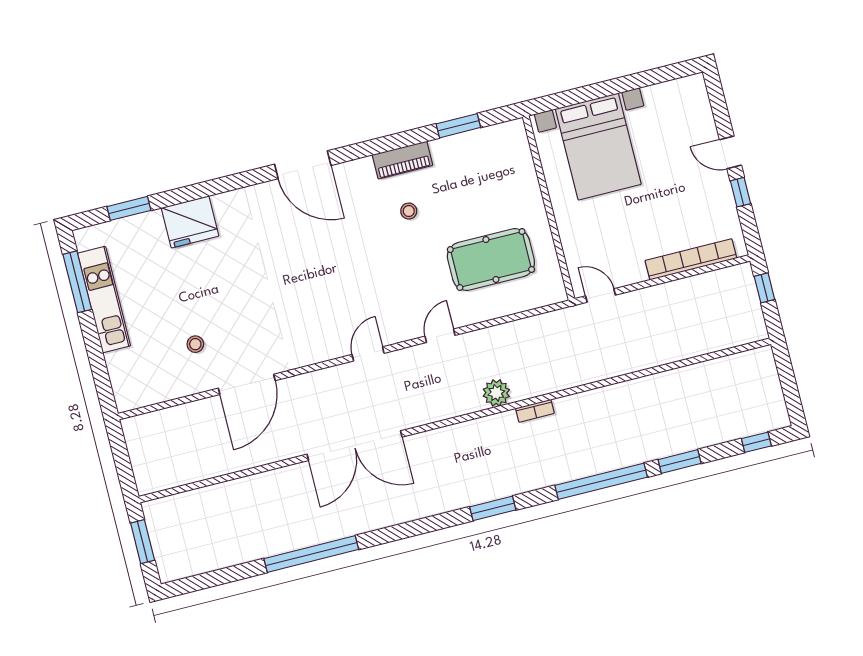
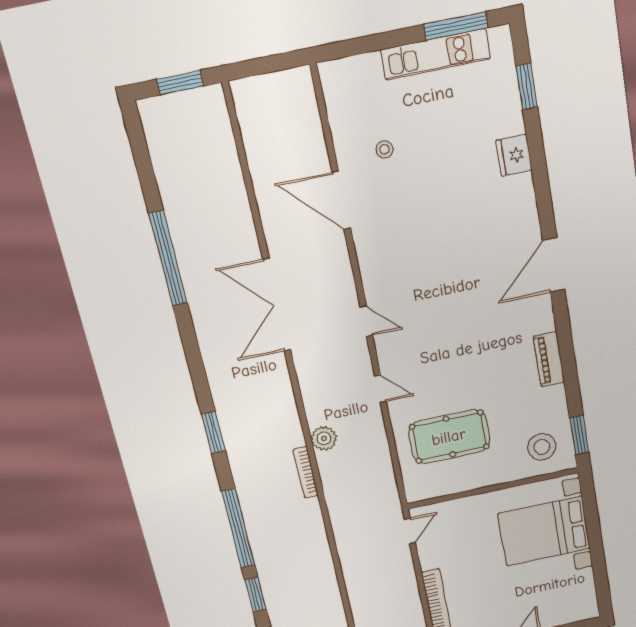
window: (458, 126) -> (579, 435), moved
stool: (409, 211) -> (542, 447), moved, width x1.89, depth x1.89
fridge: (190, 222) -> (514, 155), width x0.73, depth x0.75
pool table: (491, 259) -> (449, 437), turned 90
bookcase: (535, 411) -> (306, 472), width x1.56

